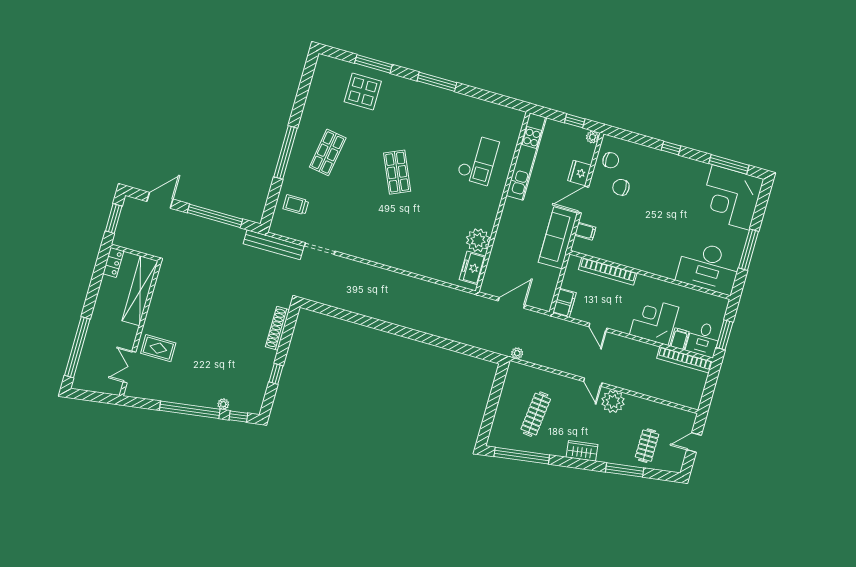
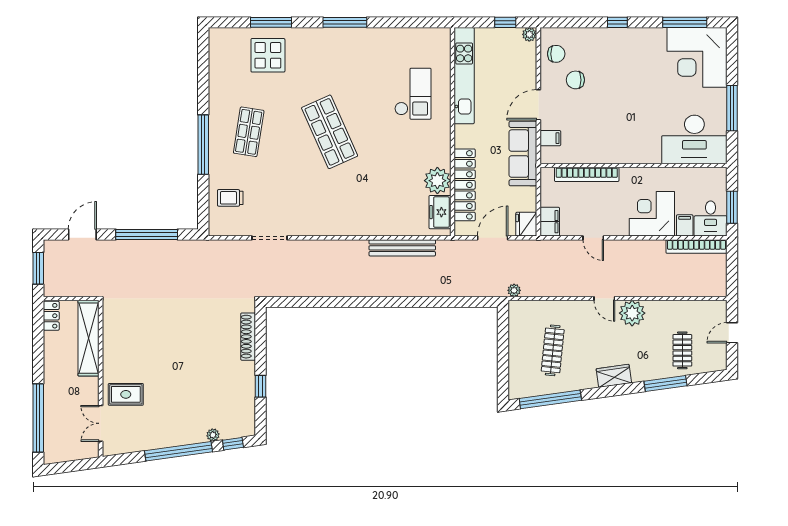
shop shelf: (397, 172) -> (330, 132), width x1.43, depth x1.36
fridge: (579, 173) -> (526, 224), moved
bench: (274, 245) -> (402, 248), moved
locker: (500, 251) -> (465, 185), added

